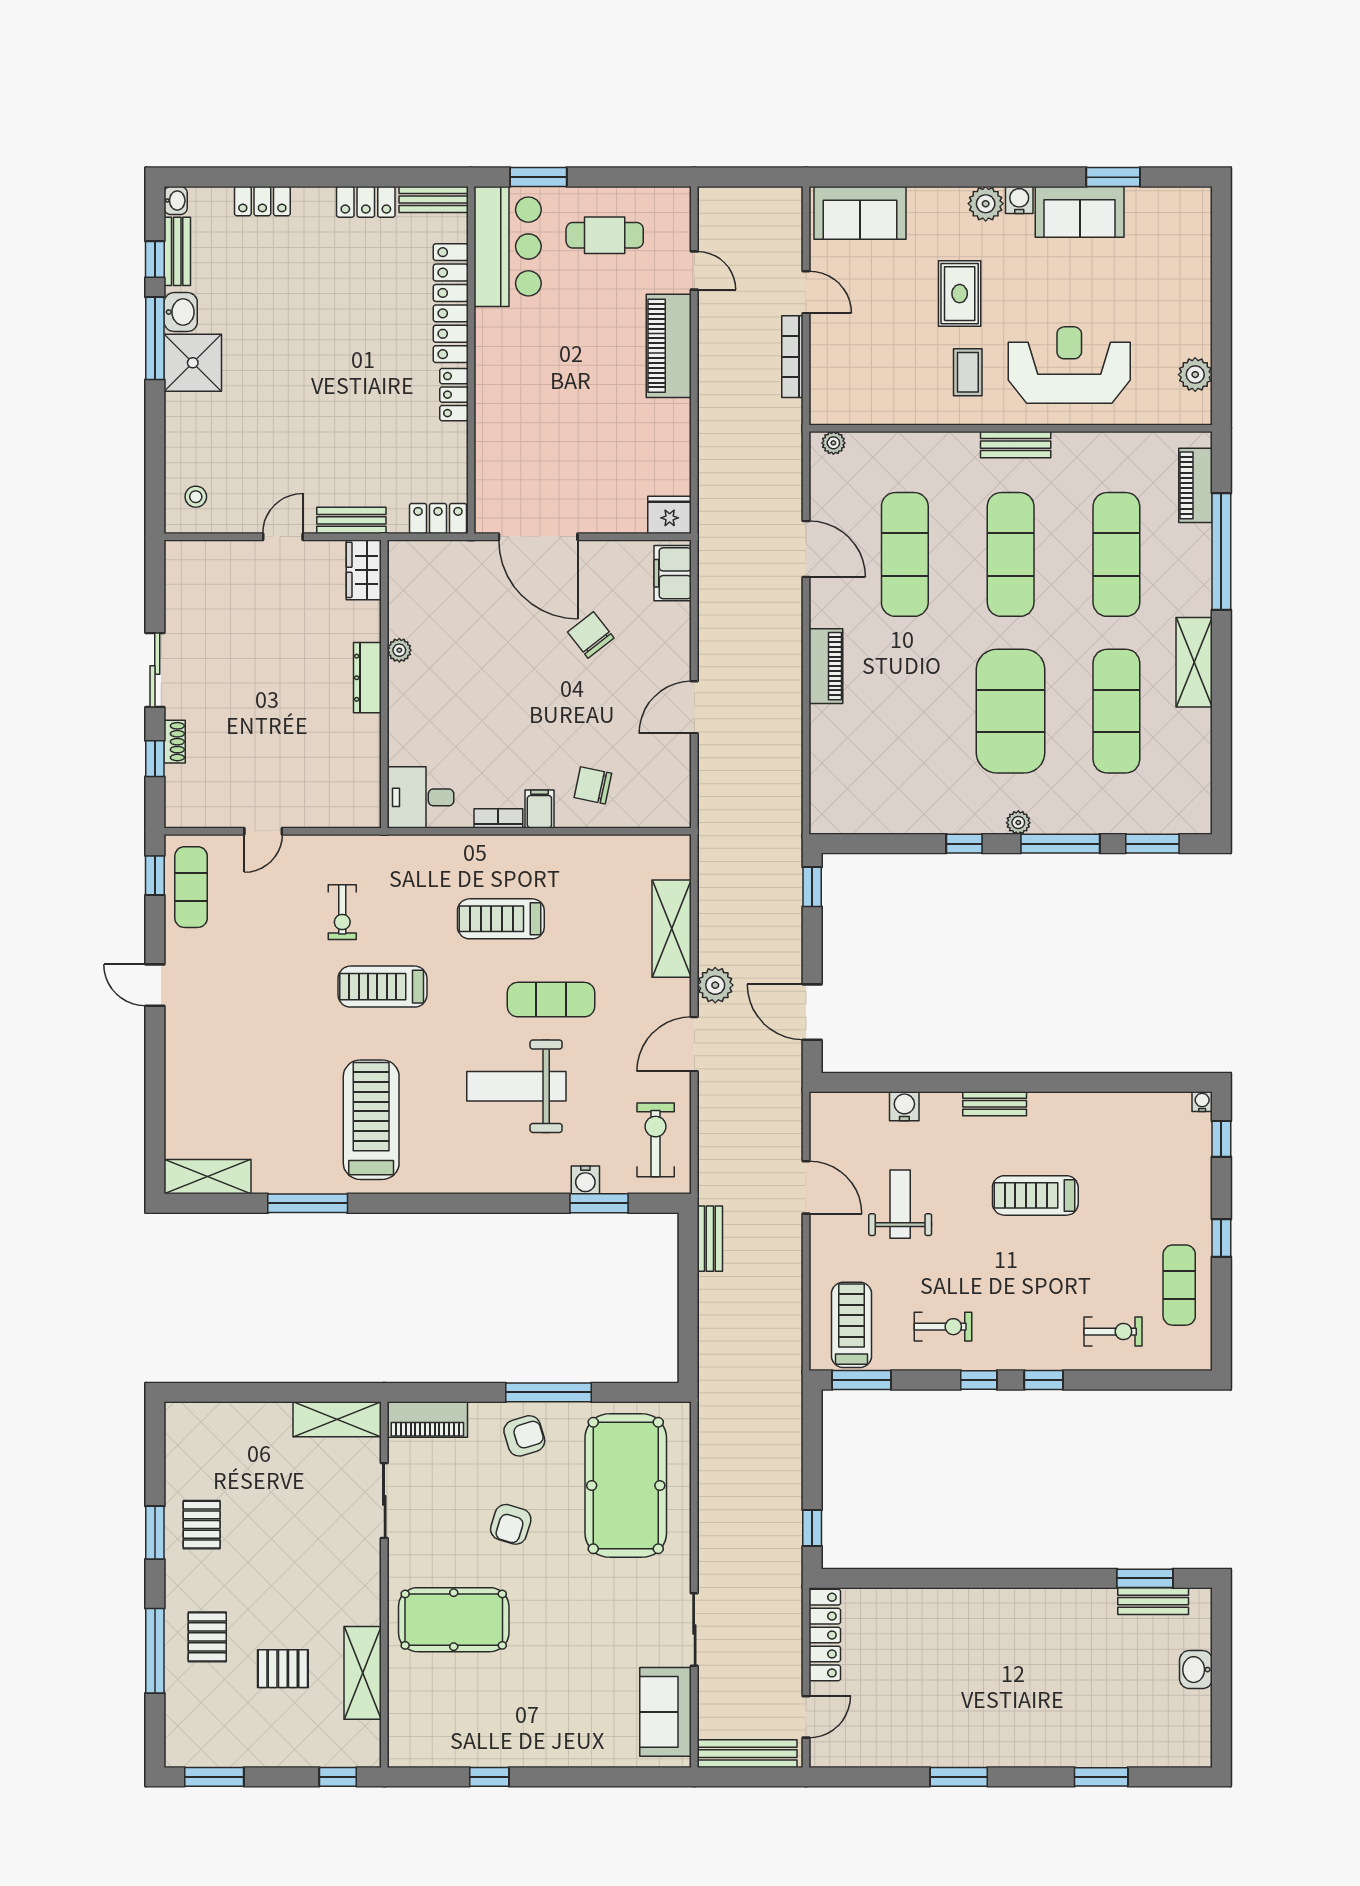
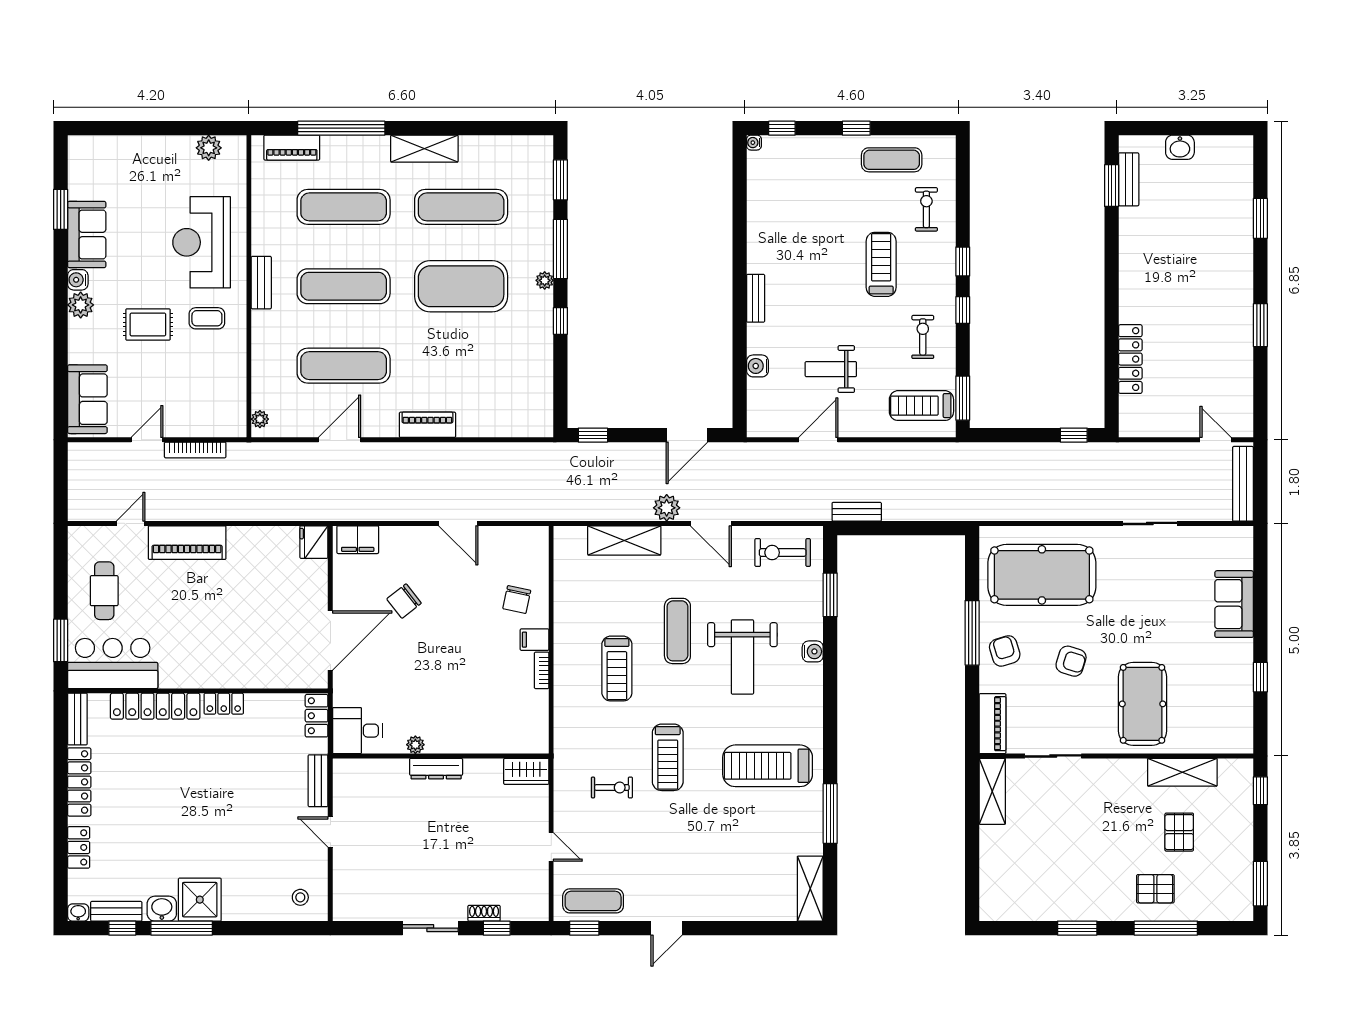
locker: (366, 202) -> (79, 782), width x1.53
wardrobe: (364, 570) -> (526, 771), moved
desk: (421, 797) -> (357, 731), moved, turned 90
water cooler: (585, 1180) -> (813, 651), moved
treadmill: (1035, 1195) -> (881, 264), moved, turned 180
pallet: (202, 1525) -> (1071, 893), removed
locker: (825, 1635) -> (1130, 359), moved, turned 90
sofa: (666, 1712) -> (1234, 604), moved, turned 90

